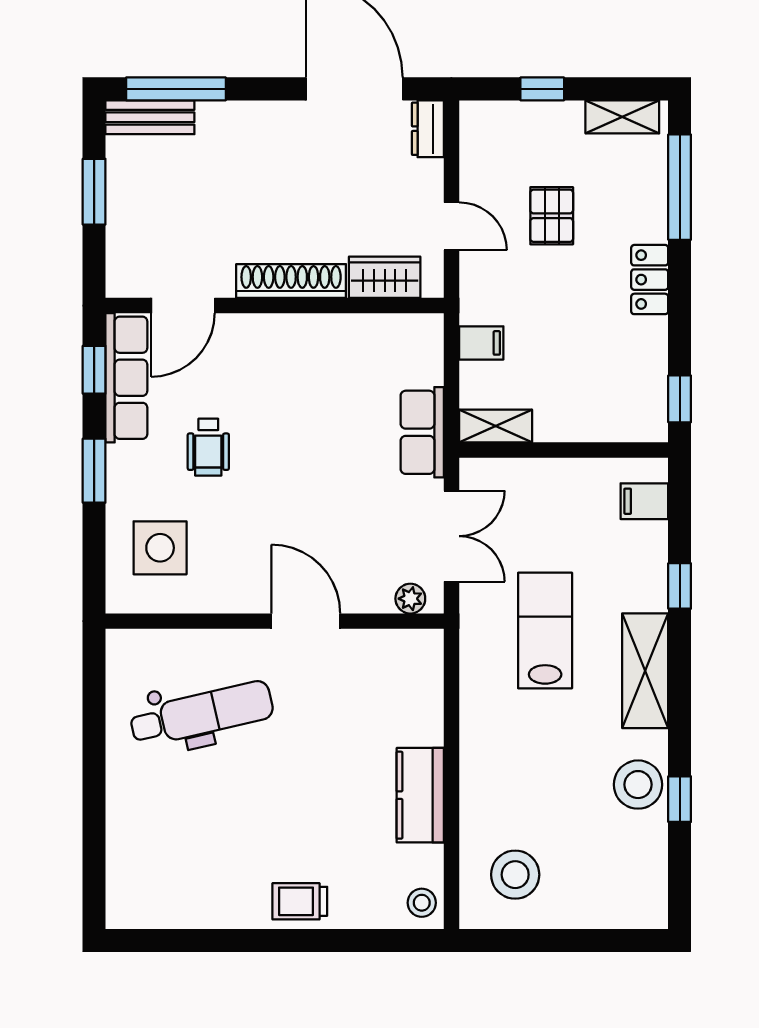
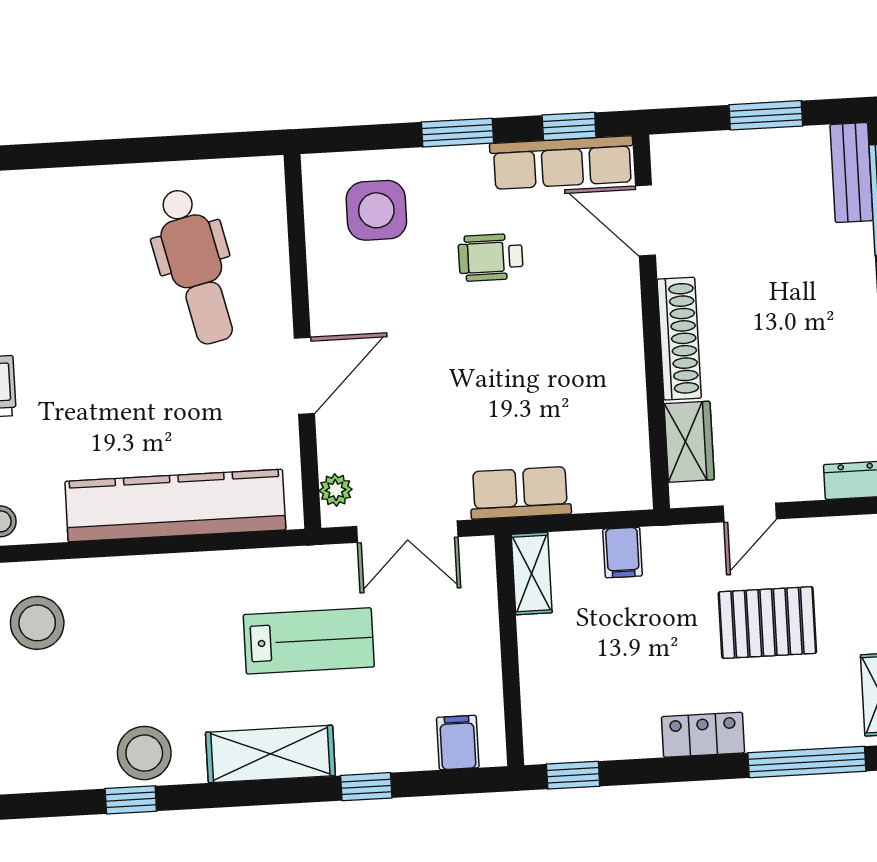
pallet: (552, 216) -> (767, 623), width x1.50, depth x1.42
kitchen counter: (420, 795) -> (175, 506), width x2.08, depth x1.17

